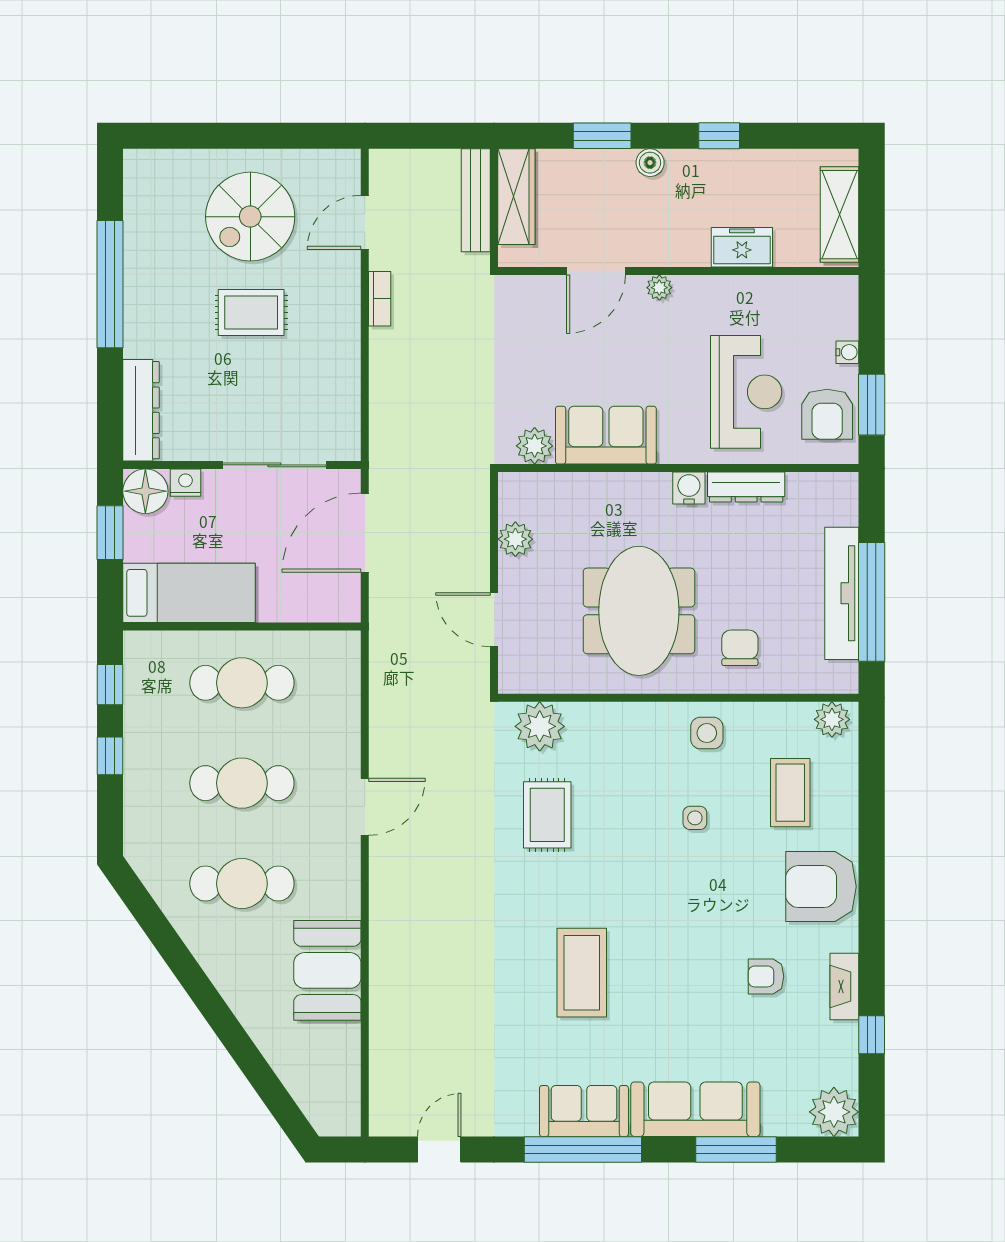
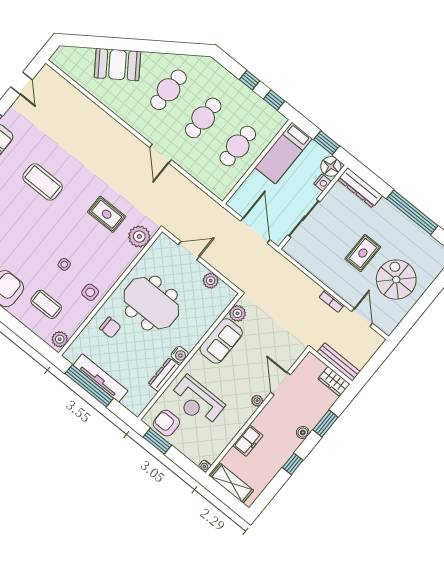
wardrobe: (516, 197) -> (334, 381), width x0.67
water cooler: (847, 352) -> (205, 466), moved
booth: (327, 970) -> (117, 65), moved, turned -35

